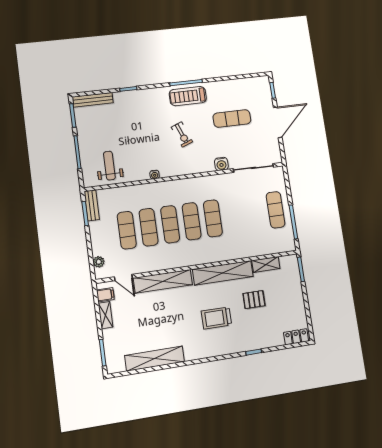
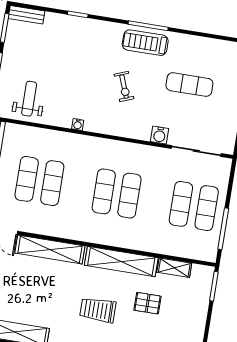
bench: (93, 100) -> (26, 15), width x0.73
exercise mat: (170, 224) -> (181, 204), moved

